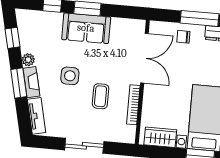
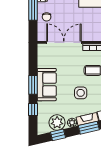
plant: (30, 38) -> (57, 123), added

